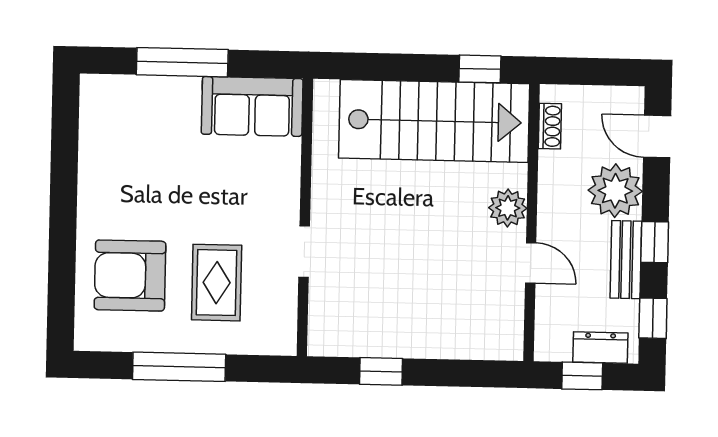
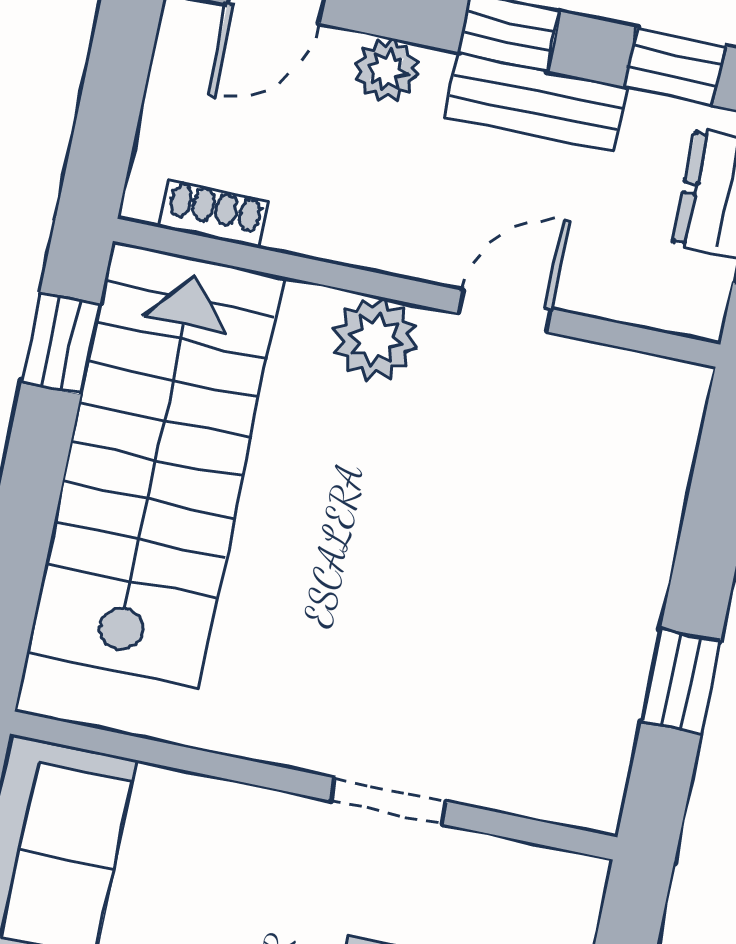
plant: (615, 191) -> (387, 70), width x0.53, depth x0.53

